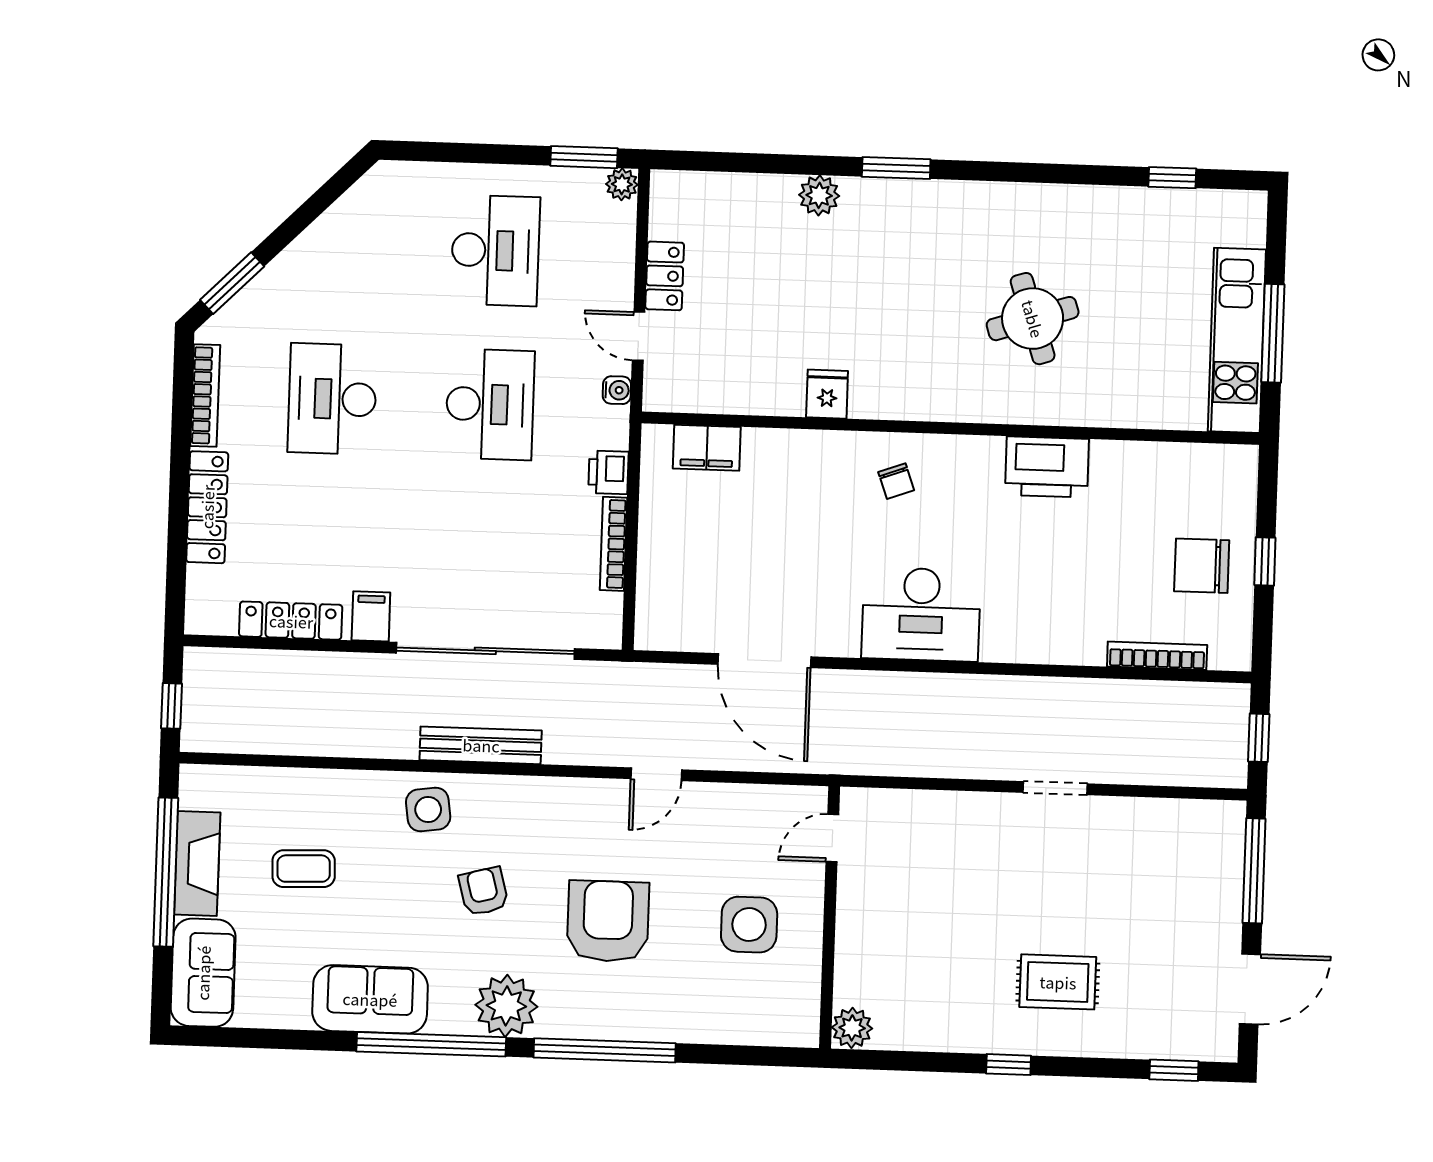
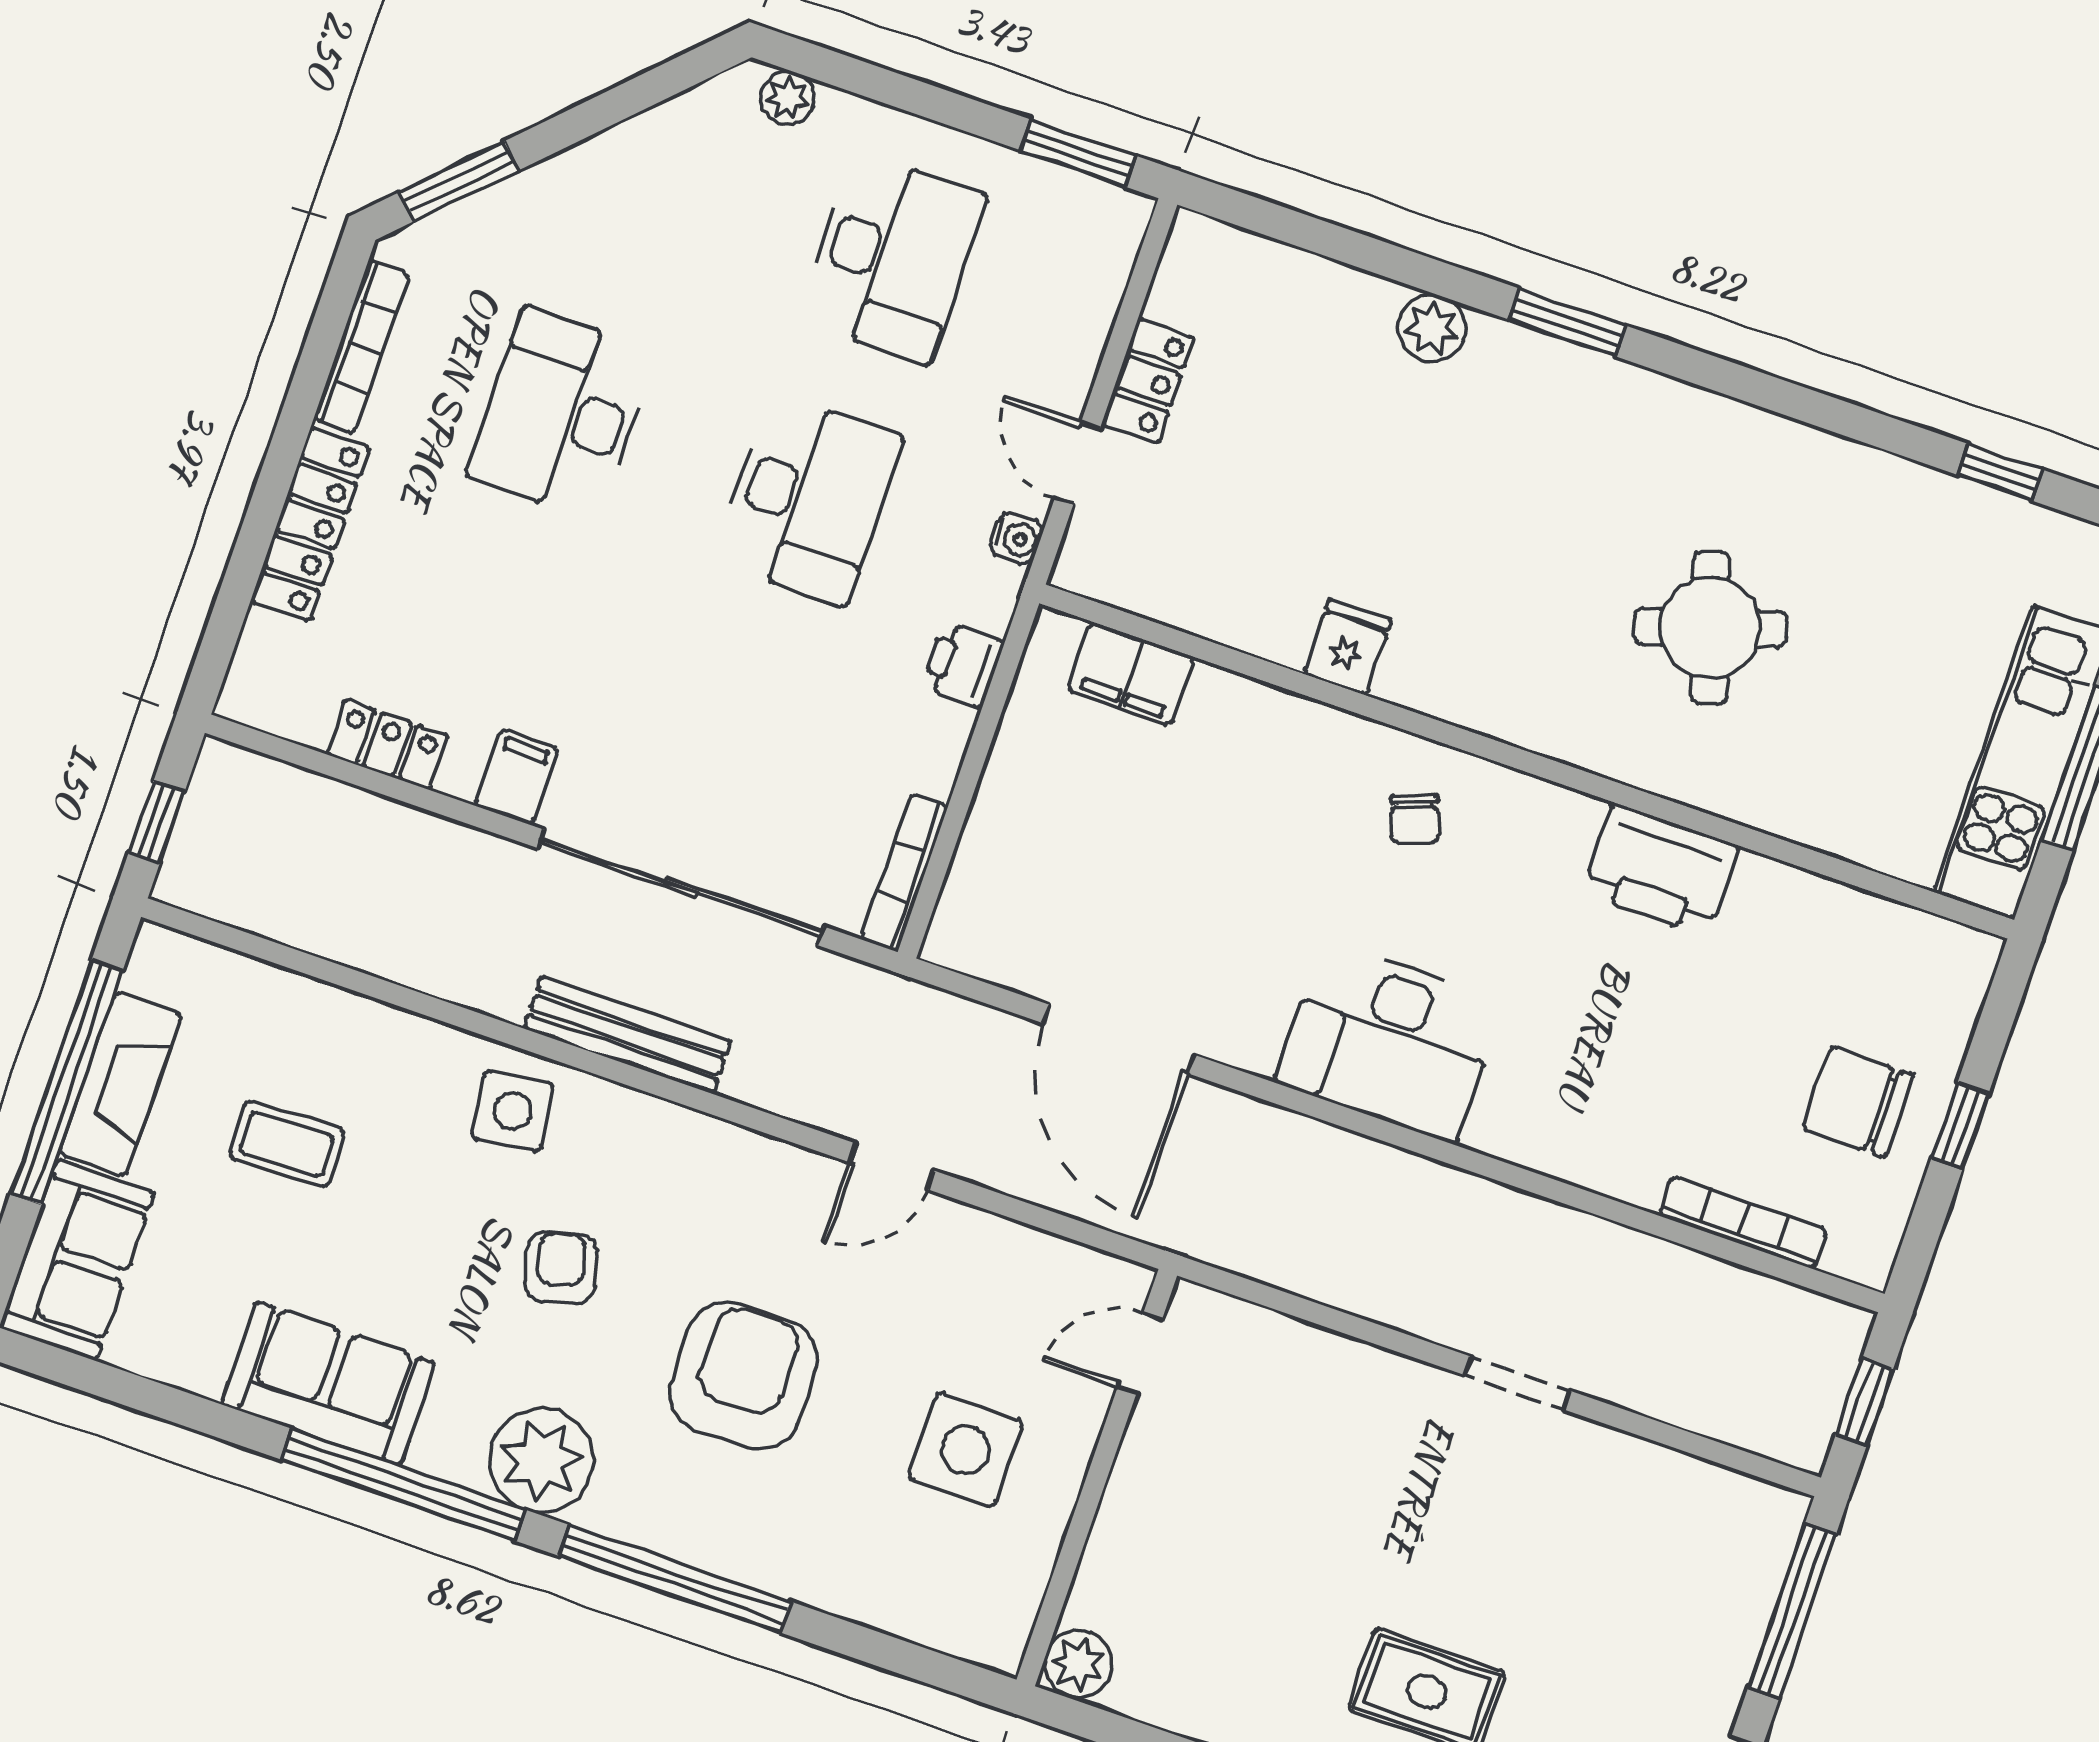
plant: (622, 184) -> (788, 98), moved
bookcase: (613, 544) -> (904, 872), moved
locker: (291, 621) -> (387, 745), width x0.66

